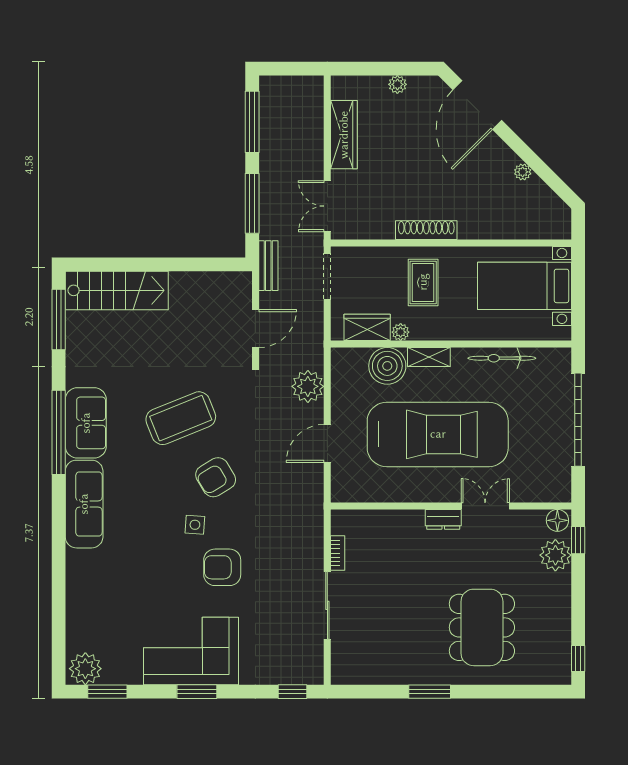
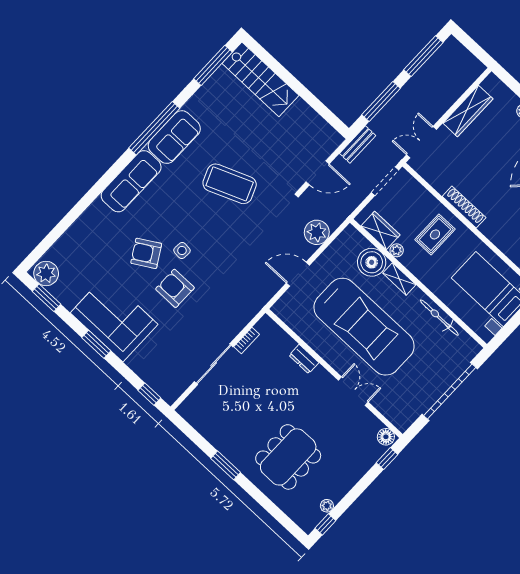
armchair: (216, 477) -> (146, 253), moved
dresser: (443, 519) -> (304, 359), moved
plant: (555, 555) -> (327, 506), moved, width x0.53, depth x0.53

